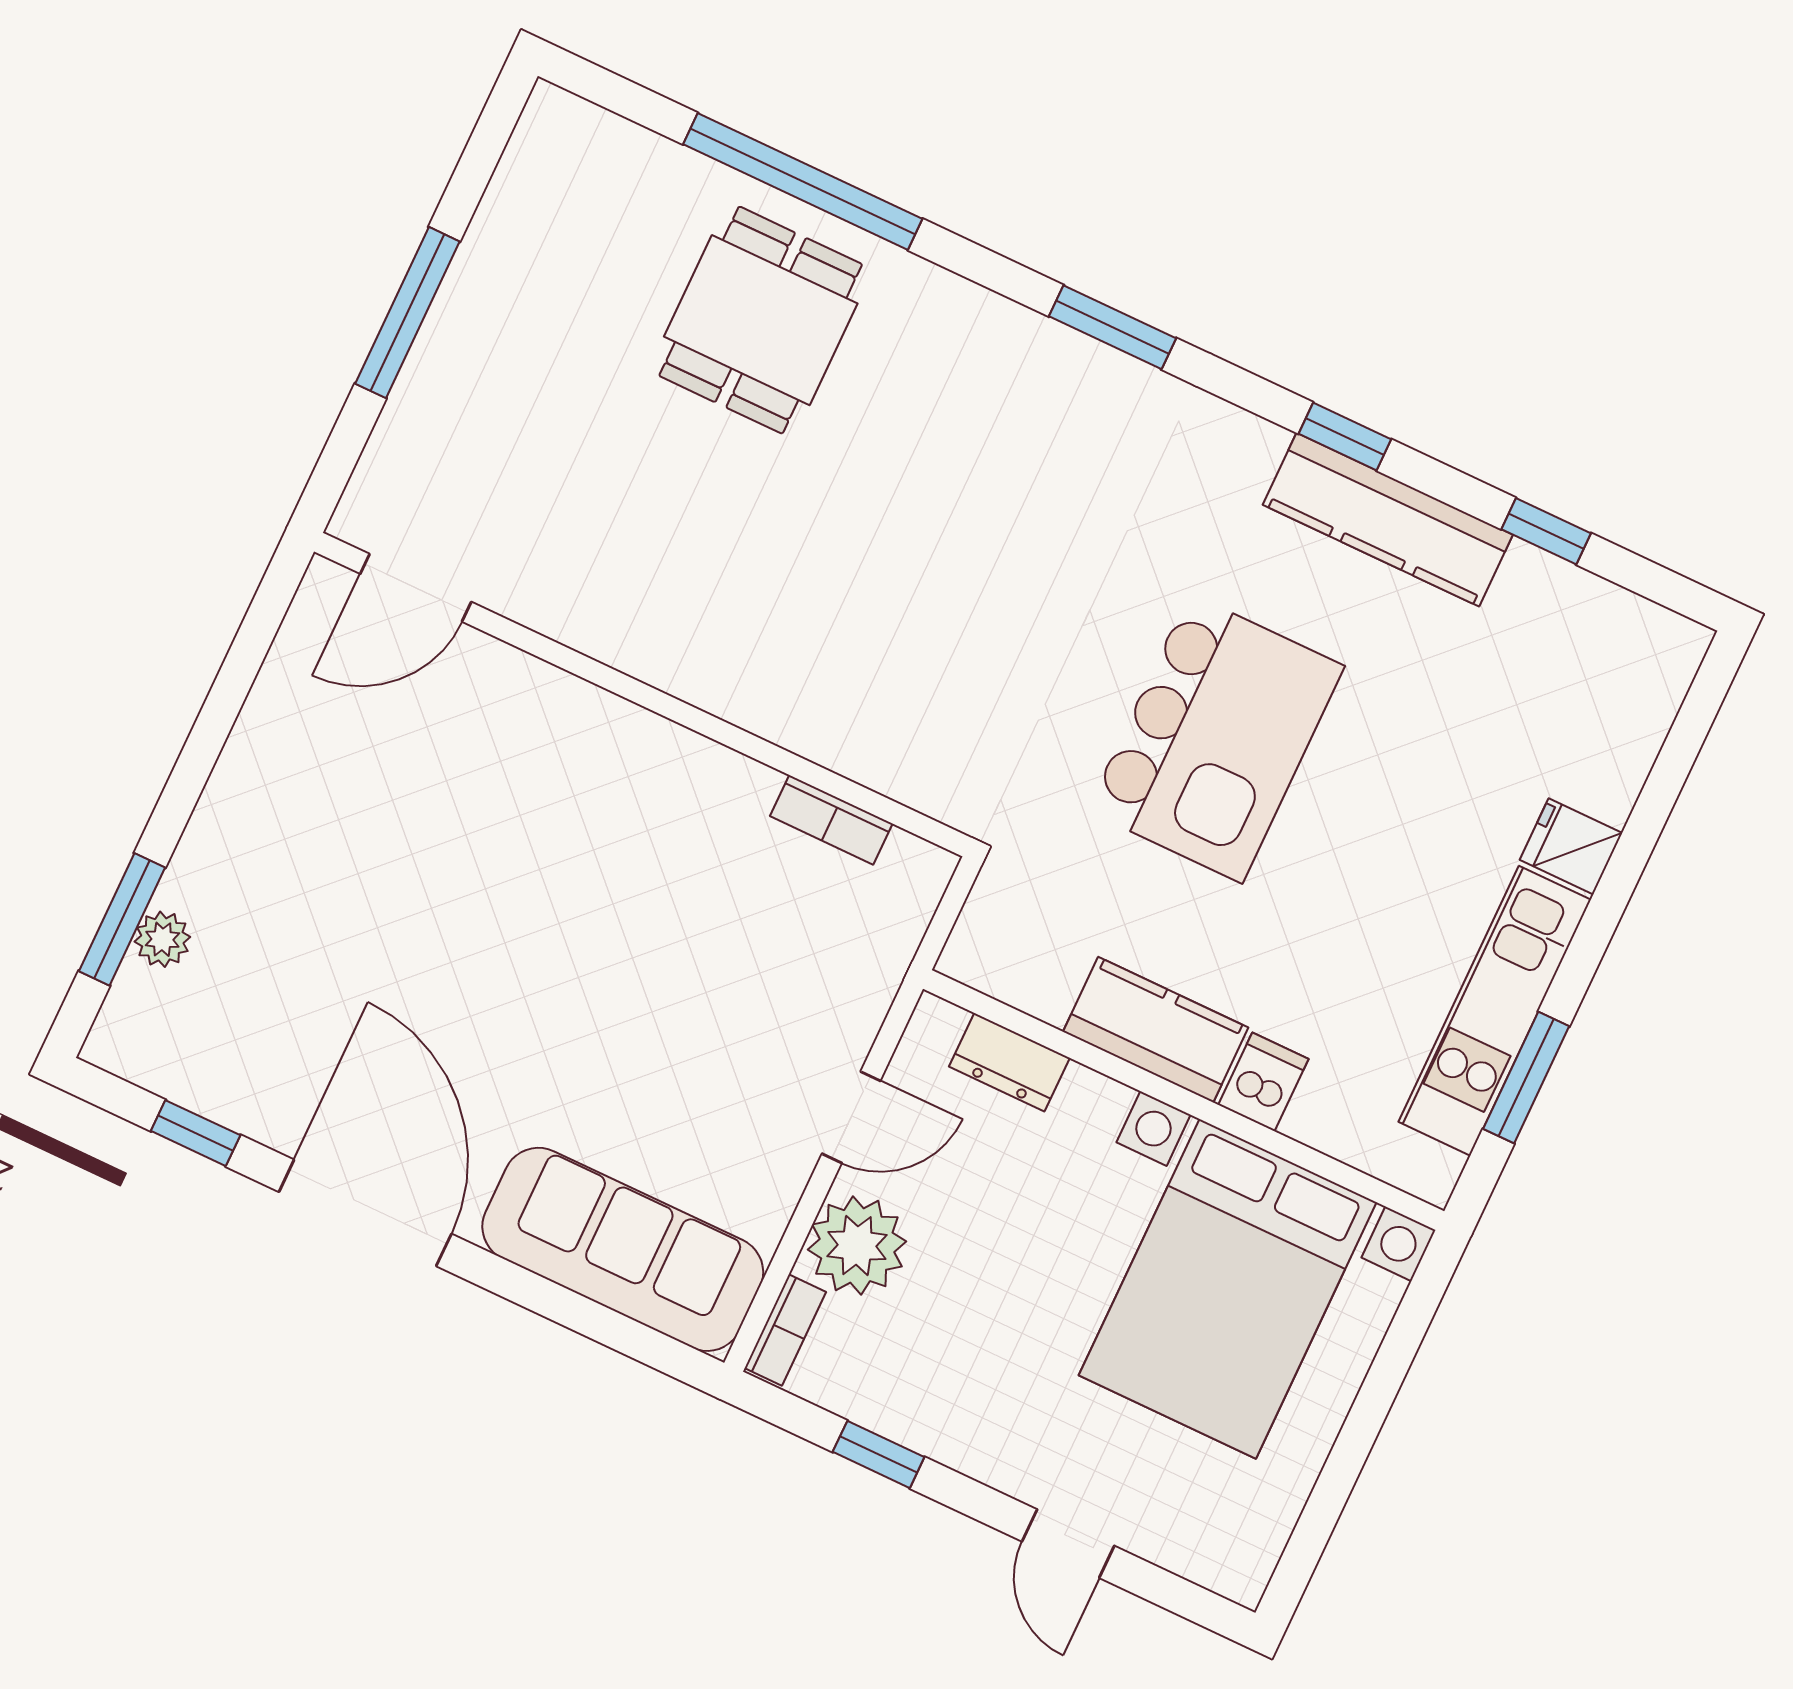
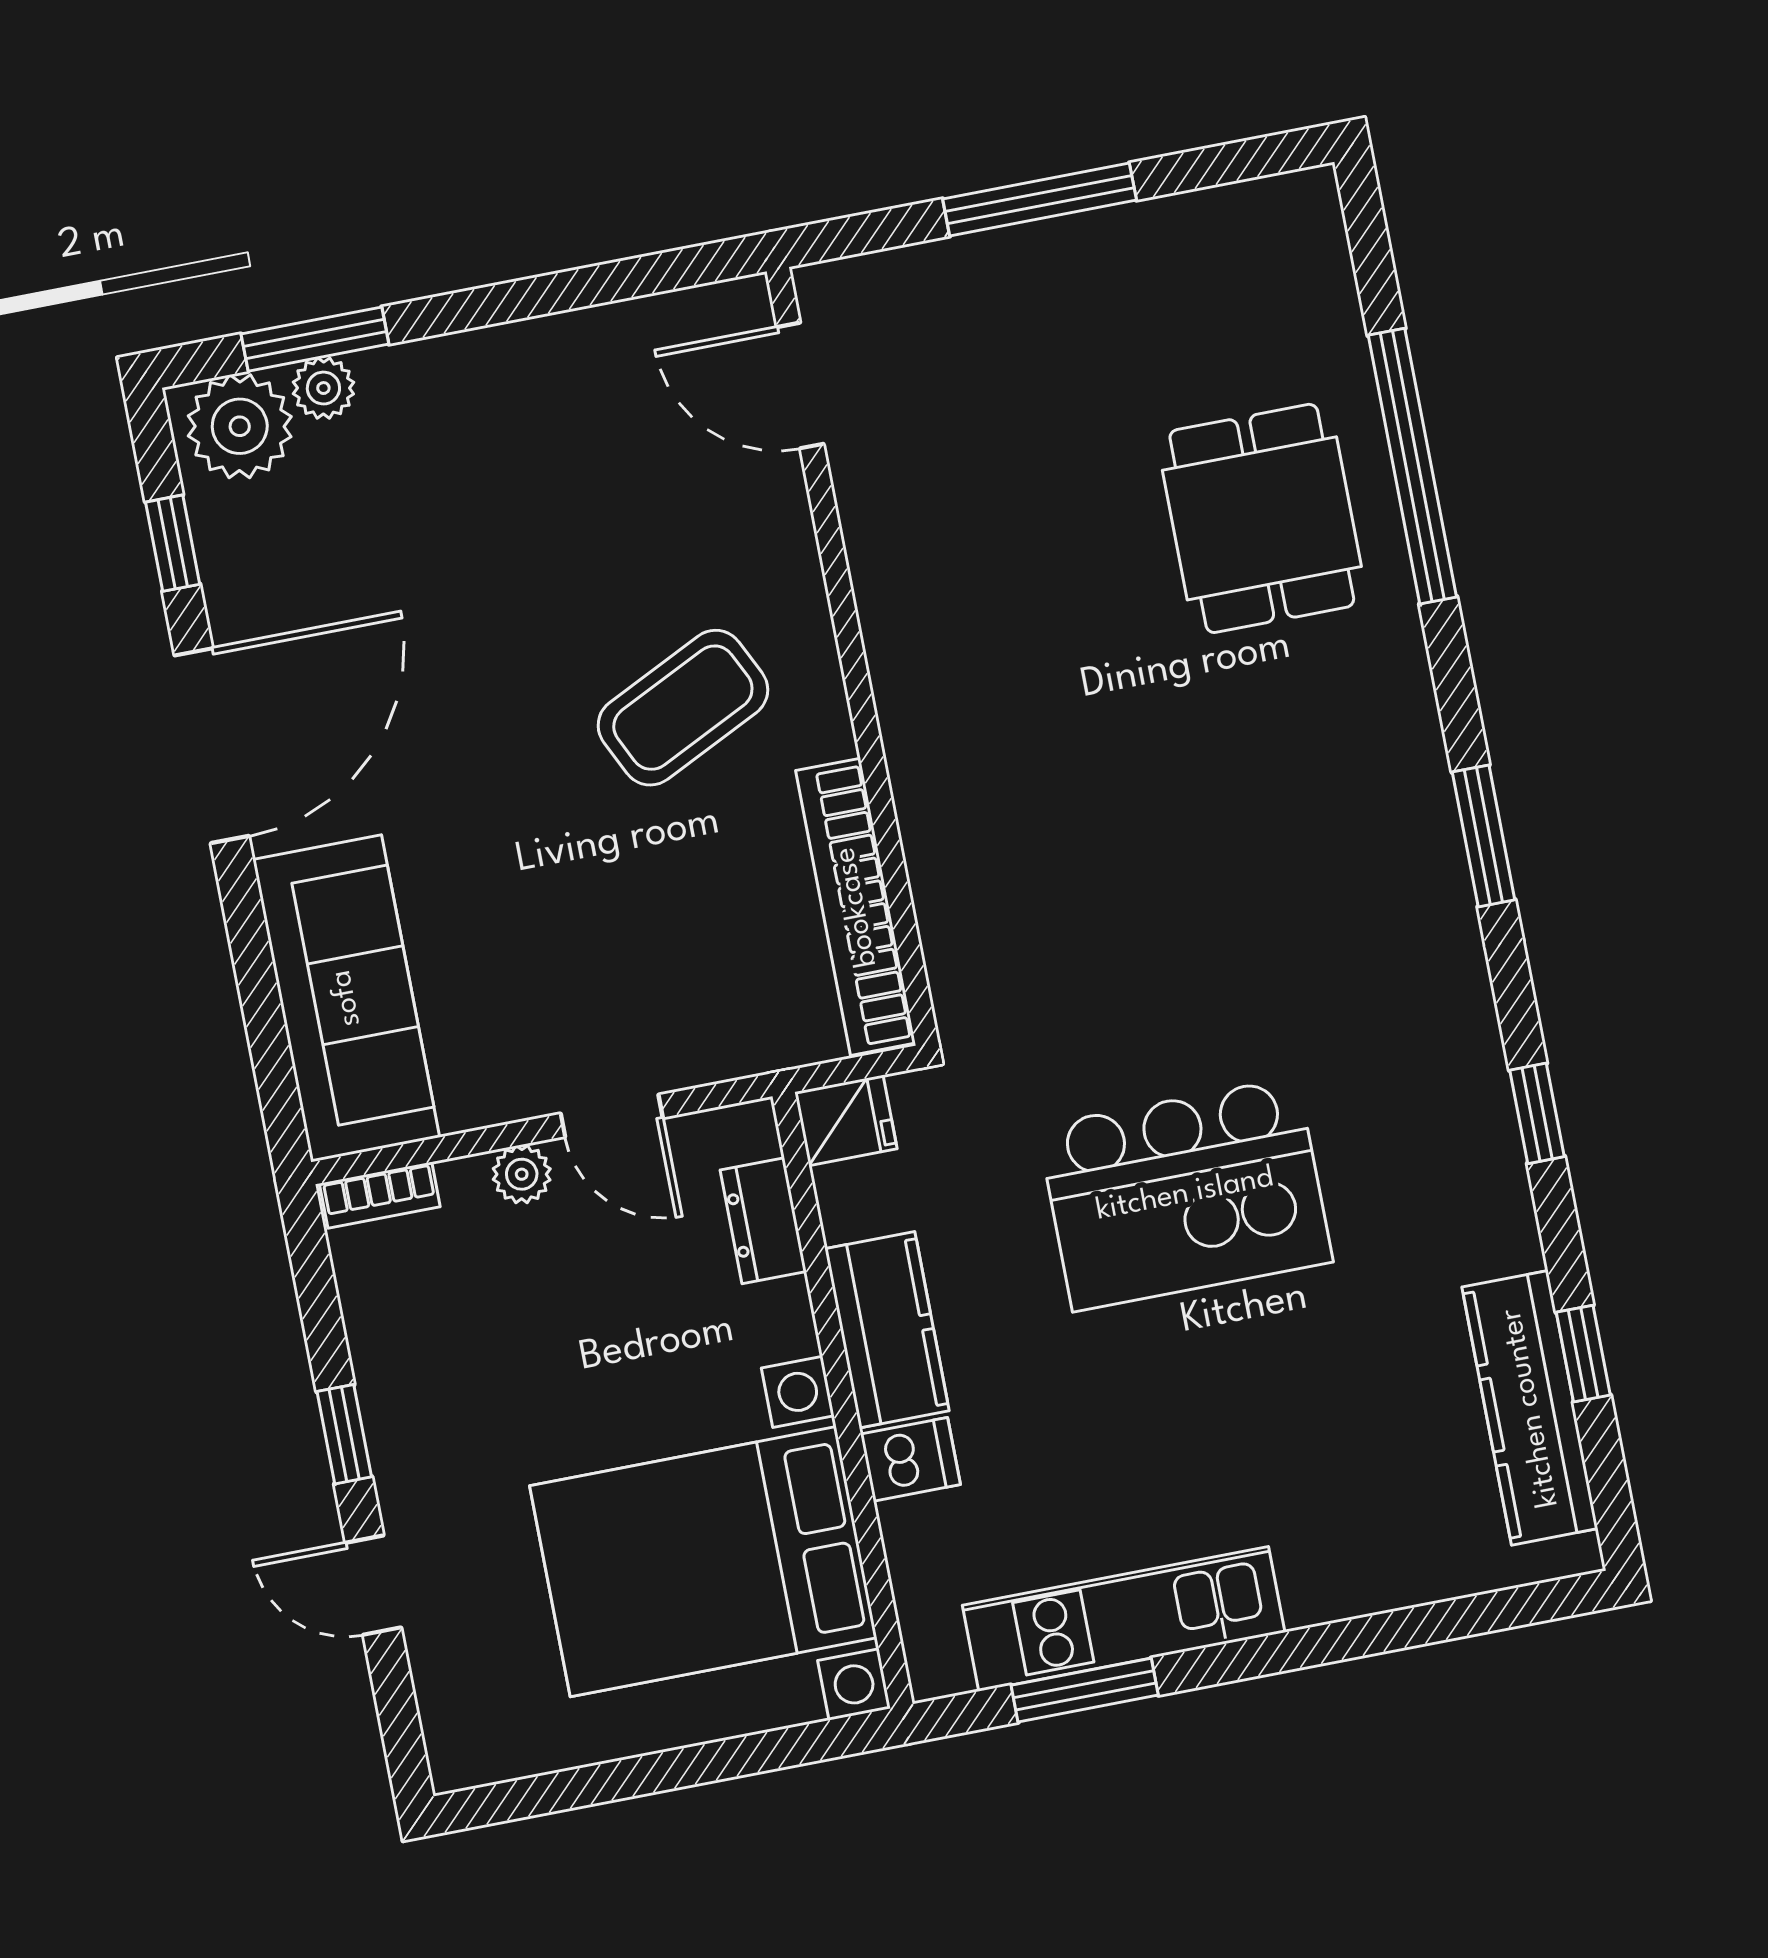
dining table: (761, 320) -> (1262, 518), turned 90
kitchen counter: (1388, 520) -> (1530, 1408), moved
bookcase: (831, 820) -> (856, 907), width x2.31, depth x1.31
coffee table: (590, 846) -> (683, 708), added
fridge: (1571, 846) -> (846, 1120), moved, turned 90
plant: (146, 1021) -> (240, 426), added
plant: (857, 1246) -> (522, 1174), width x0.53, depth x0.53
window: (879, 1454) -> (344, 1434), moved
door: (1068, 1544) -> (373, 1585), hinge flipped

